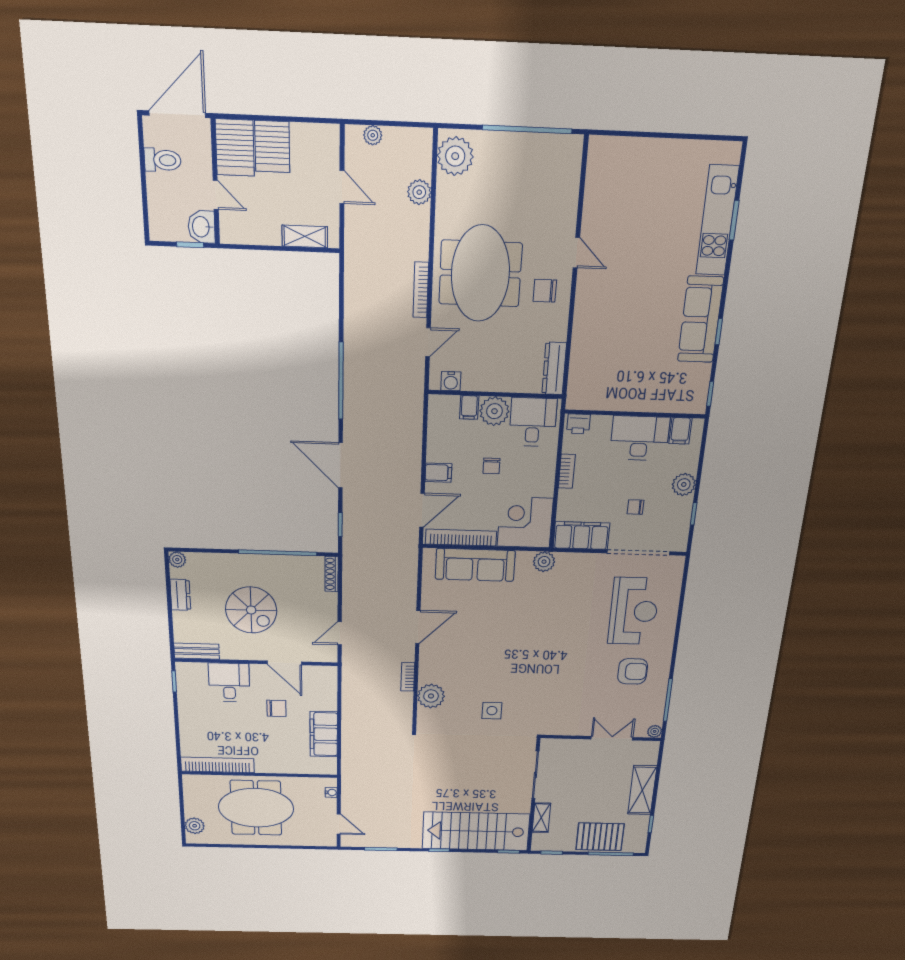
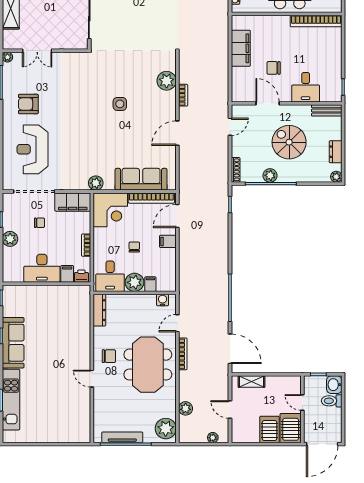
tv unit: (532, 143) -> (122, 437), added
toilet: (163, 160) -> (332, 401), moved
washbasin: (202, 227) -> (334, 385), moved, turned 180
filing cabinet: (680, 431) -> (67, 274), moved
door: (340, 465) -> (230, 349), moved
plant: (279, 564) -> (270, 175), added
side table: (492, 711) -> (120, 104), moved

